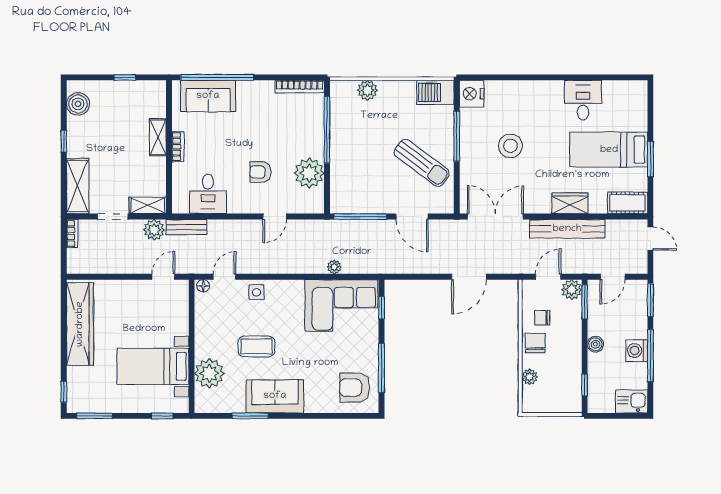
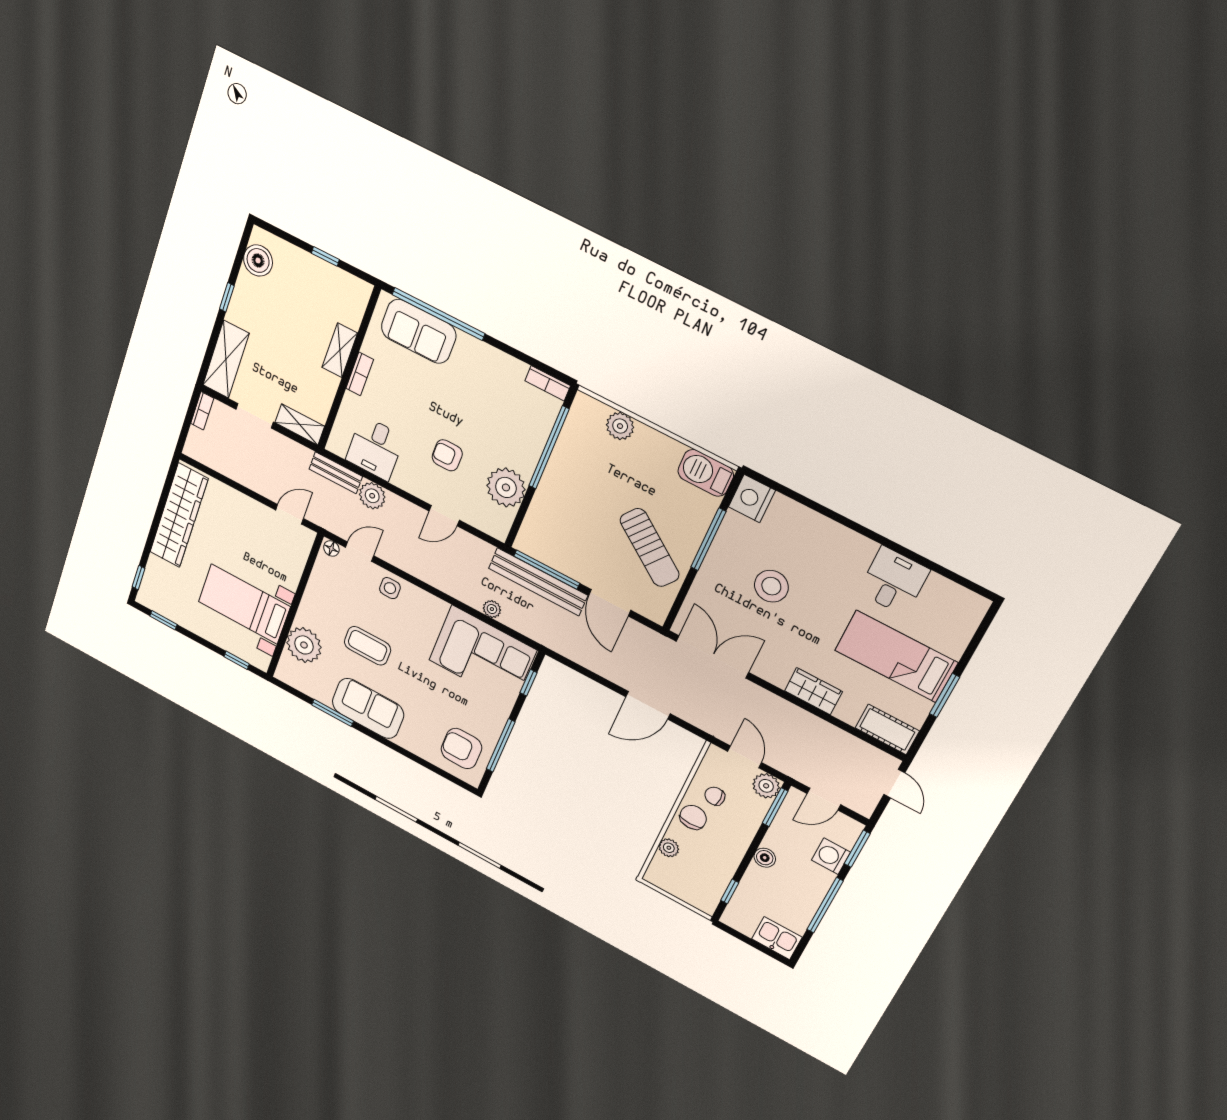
bookcase: (300, 87) -> (548, 383), width x0.64
bench: (567, 229) -> (538, 582), moved
plant: (154, 230) -> (372, 496), moved
door: (548, 277) -> (745, 757), hinge flipped
washing machine: (637, 351) -> (831, 856), moved
window: (94, 416) -> (164, 620), width x0.67

